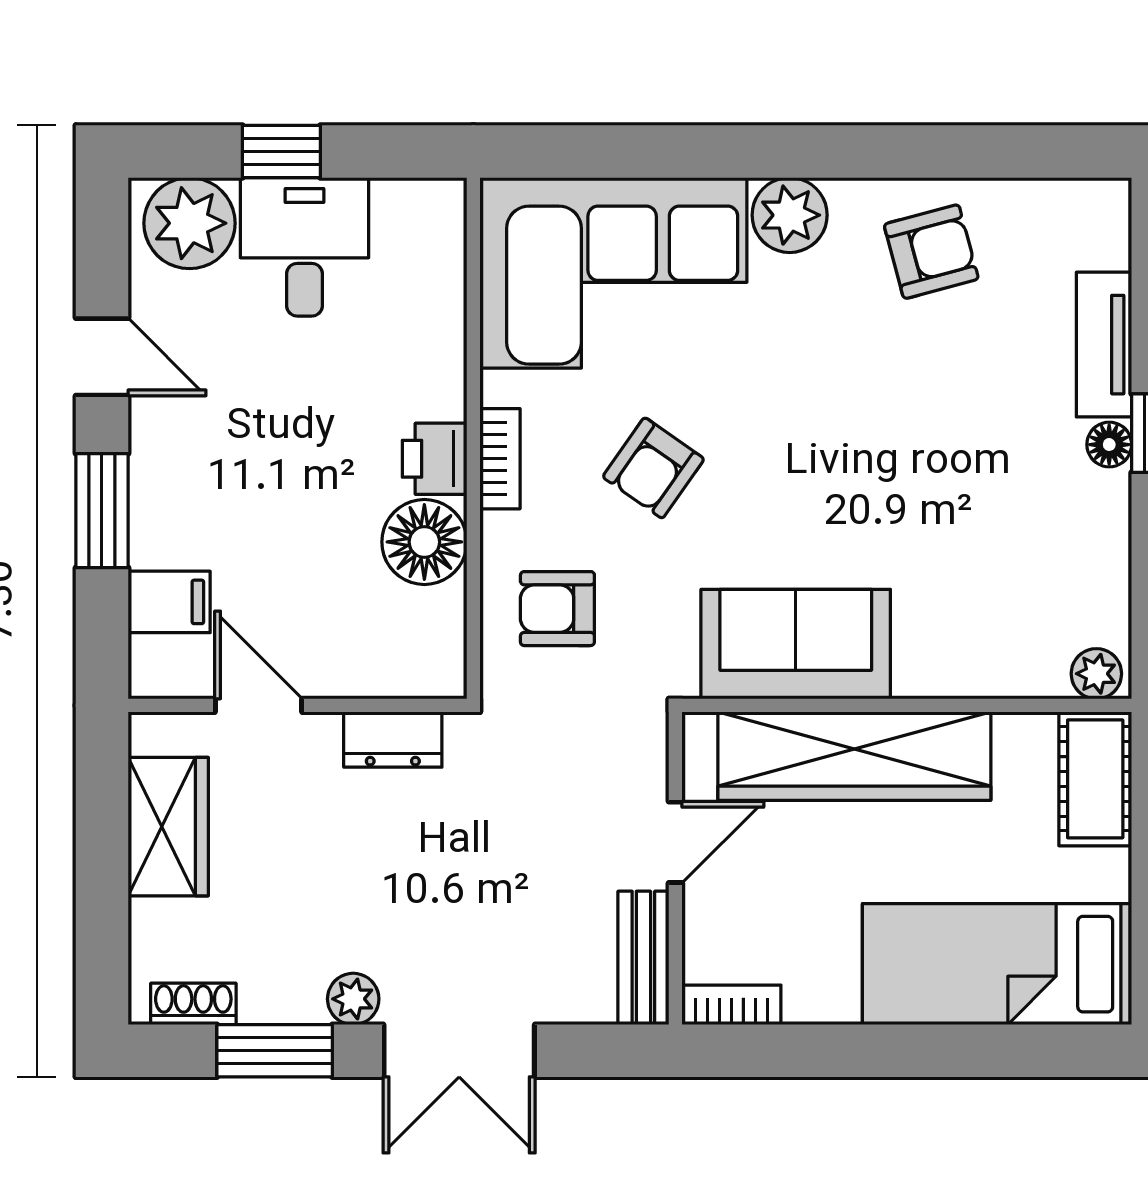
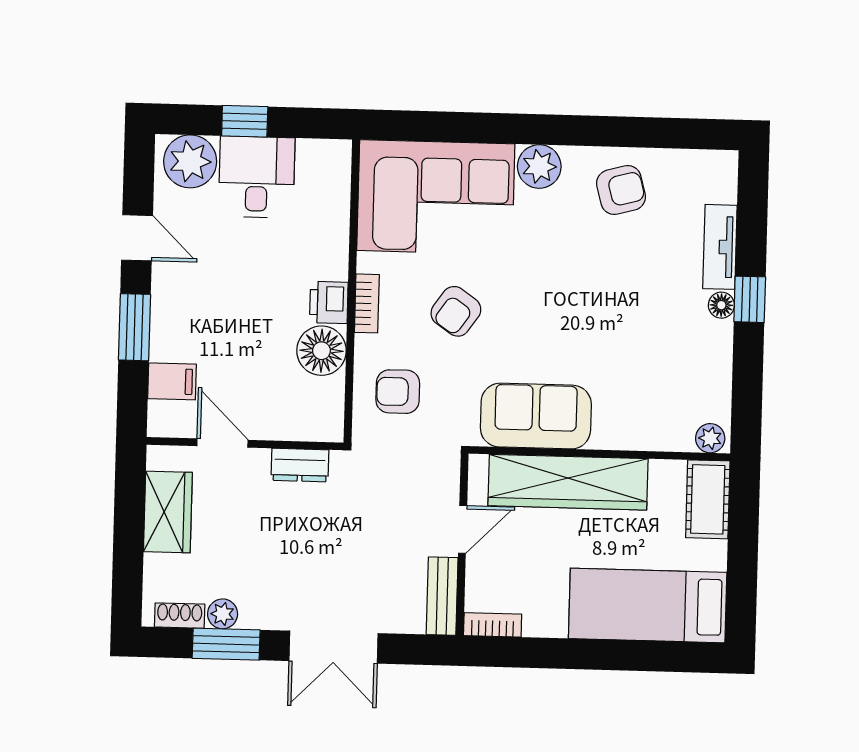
plant: (353, 999) -> (223, 614), moved

